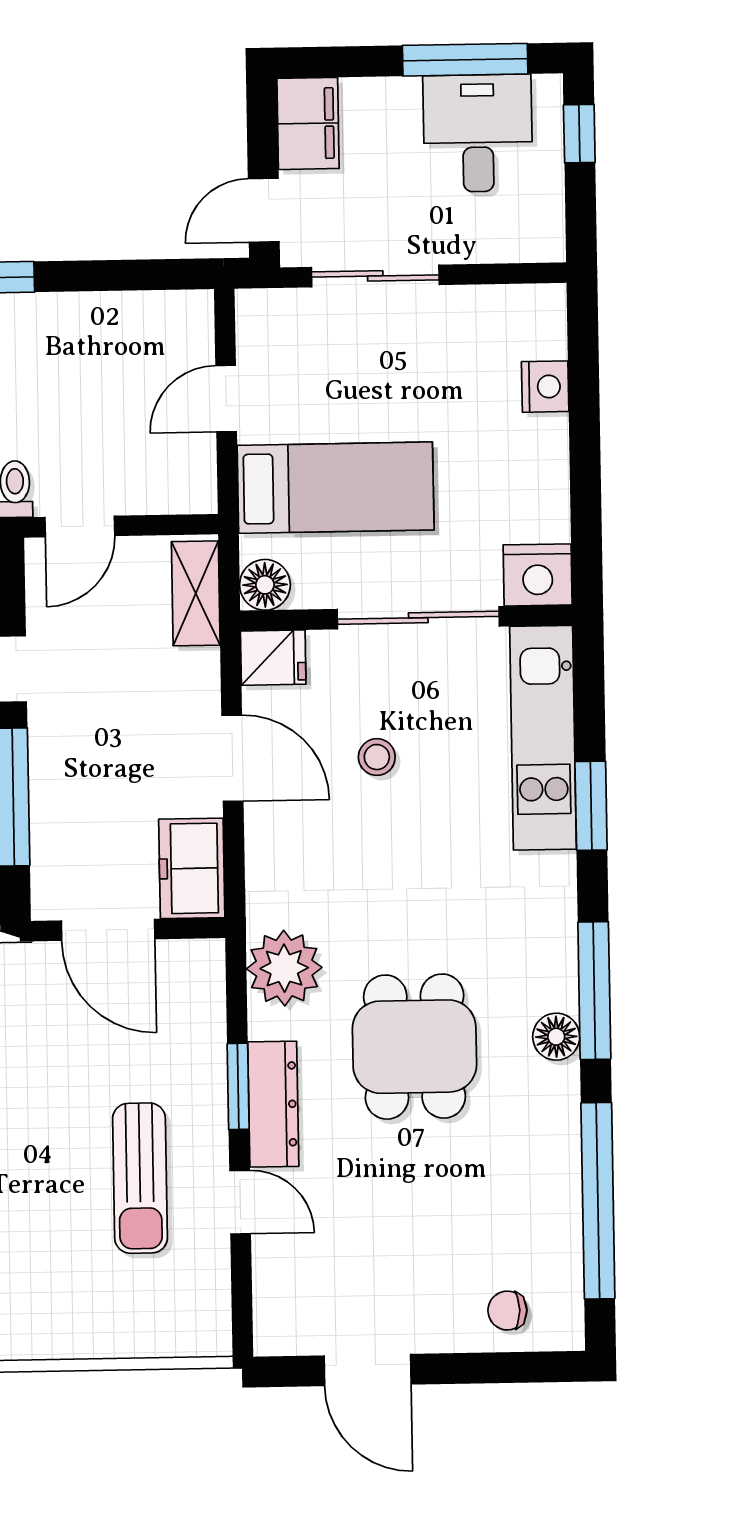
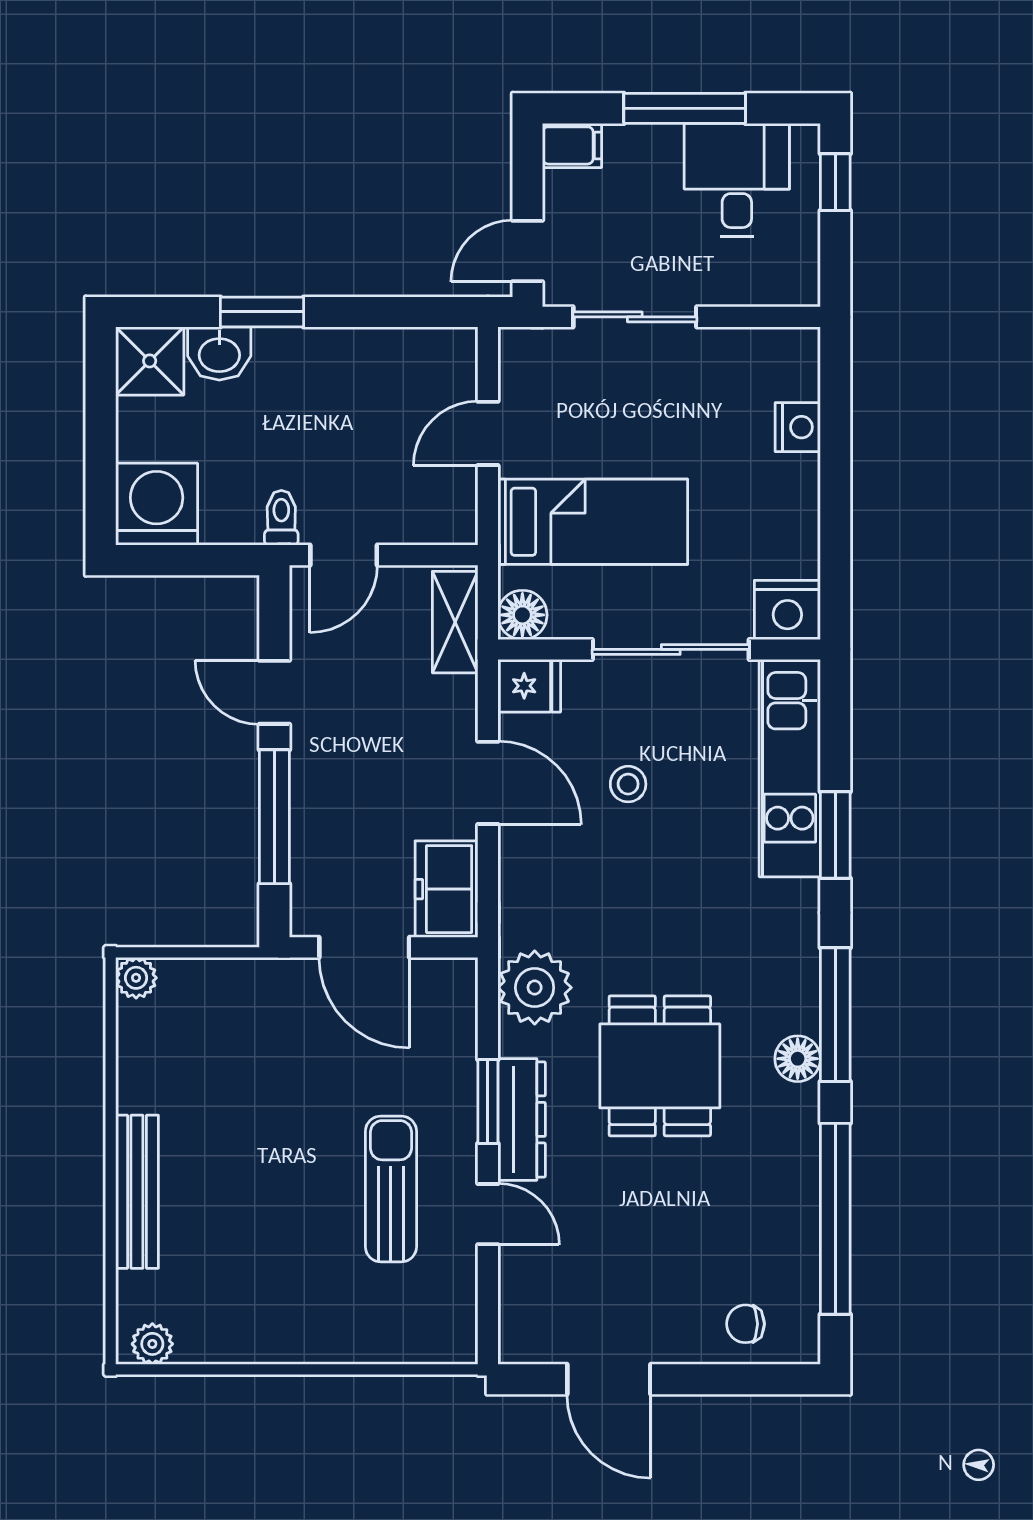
window: (465, 60) -> (685, 108), moved
filing cabinet: (308, 123) -> (572, 145), width x0.50
sun lounger: (140, 1178) -> (391, 1189), turned 180

